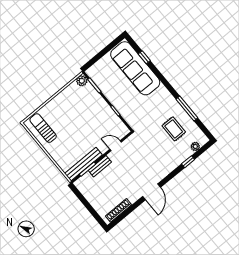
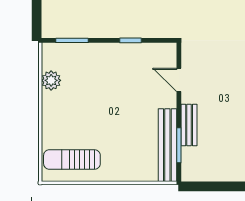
plant: (82, 81) -> (51, 80), moved
door: (116, 146) -> (179, 80), hinge flipped

